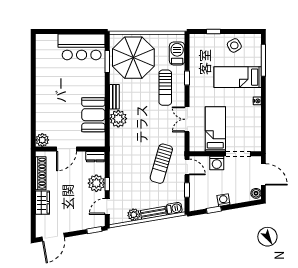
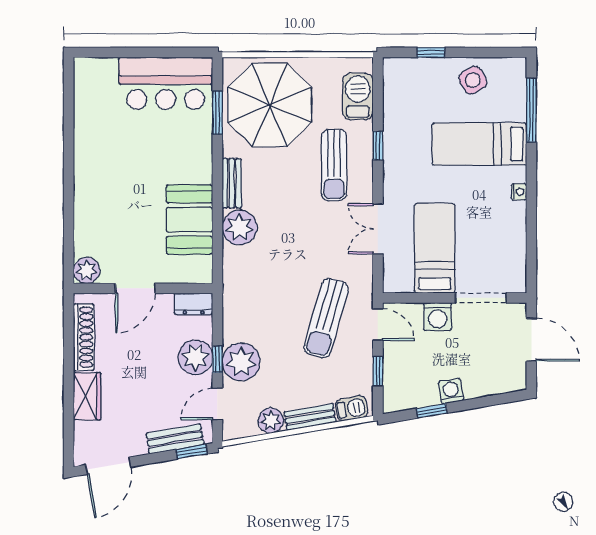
plant: (119, 185) -> (241, 362), added
boiler: (256, 193) -> (516, 378), removed
bench: (86, 224) -> (175, 439), added

